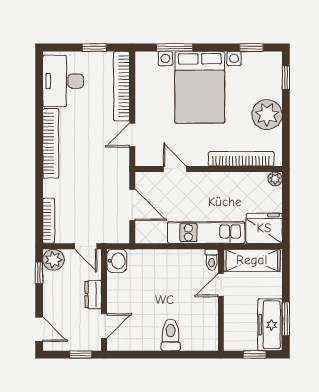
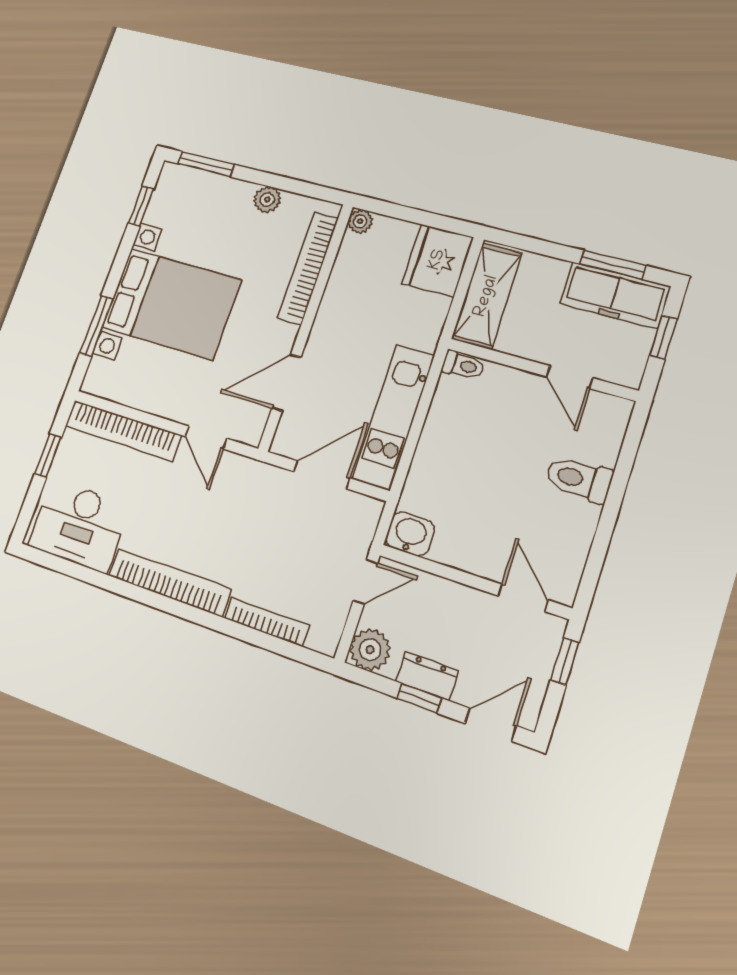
window: (286, 78) -> (206, 164), width x1.50
plant: (267, 115) -> (267, 200), width x0.53, depth x0.53
door: (175, 169) -> (286, 383), width x1.38
bookcase: (49, 221) -> (267, 622), moved
kitchen unit: (206, 233) -> (393, 417), moved
window: (39, 273) -> (420, 698), moved
door: (221, 285) -> (570, 377), moved
dresser: (93, 294) -> (427, 676), moved, turned 180

